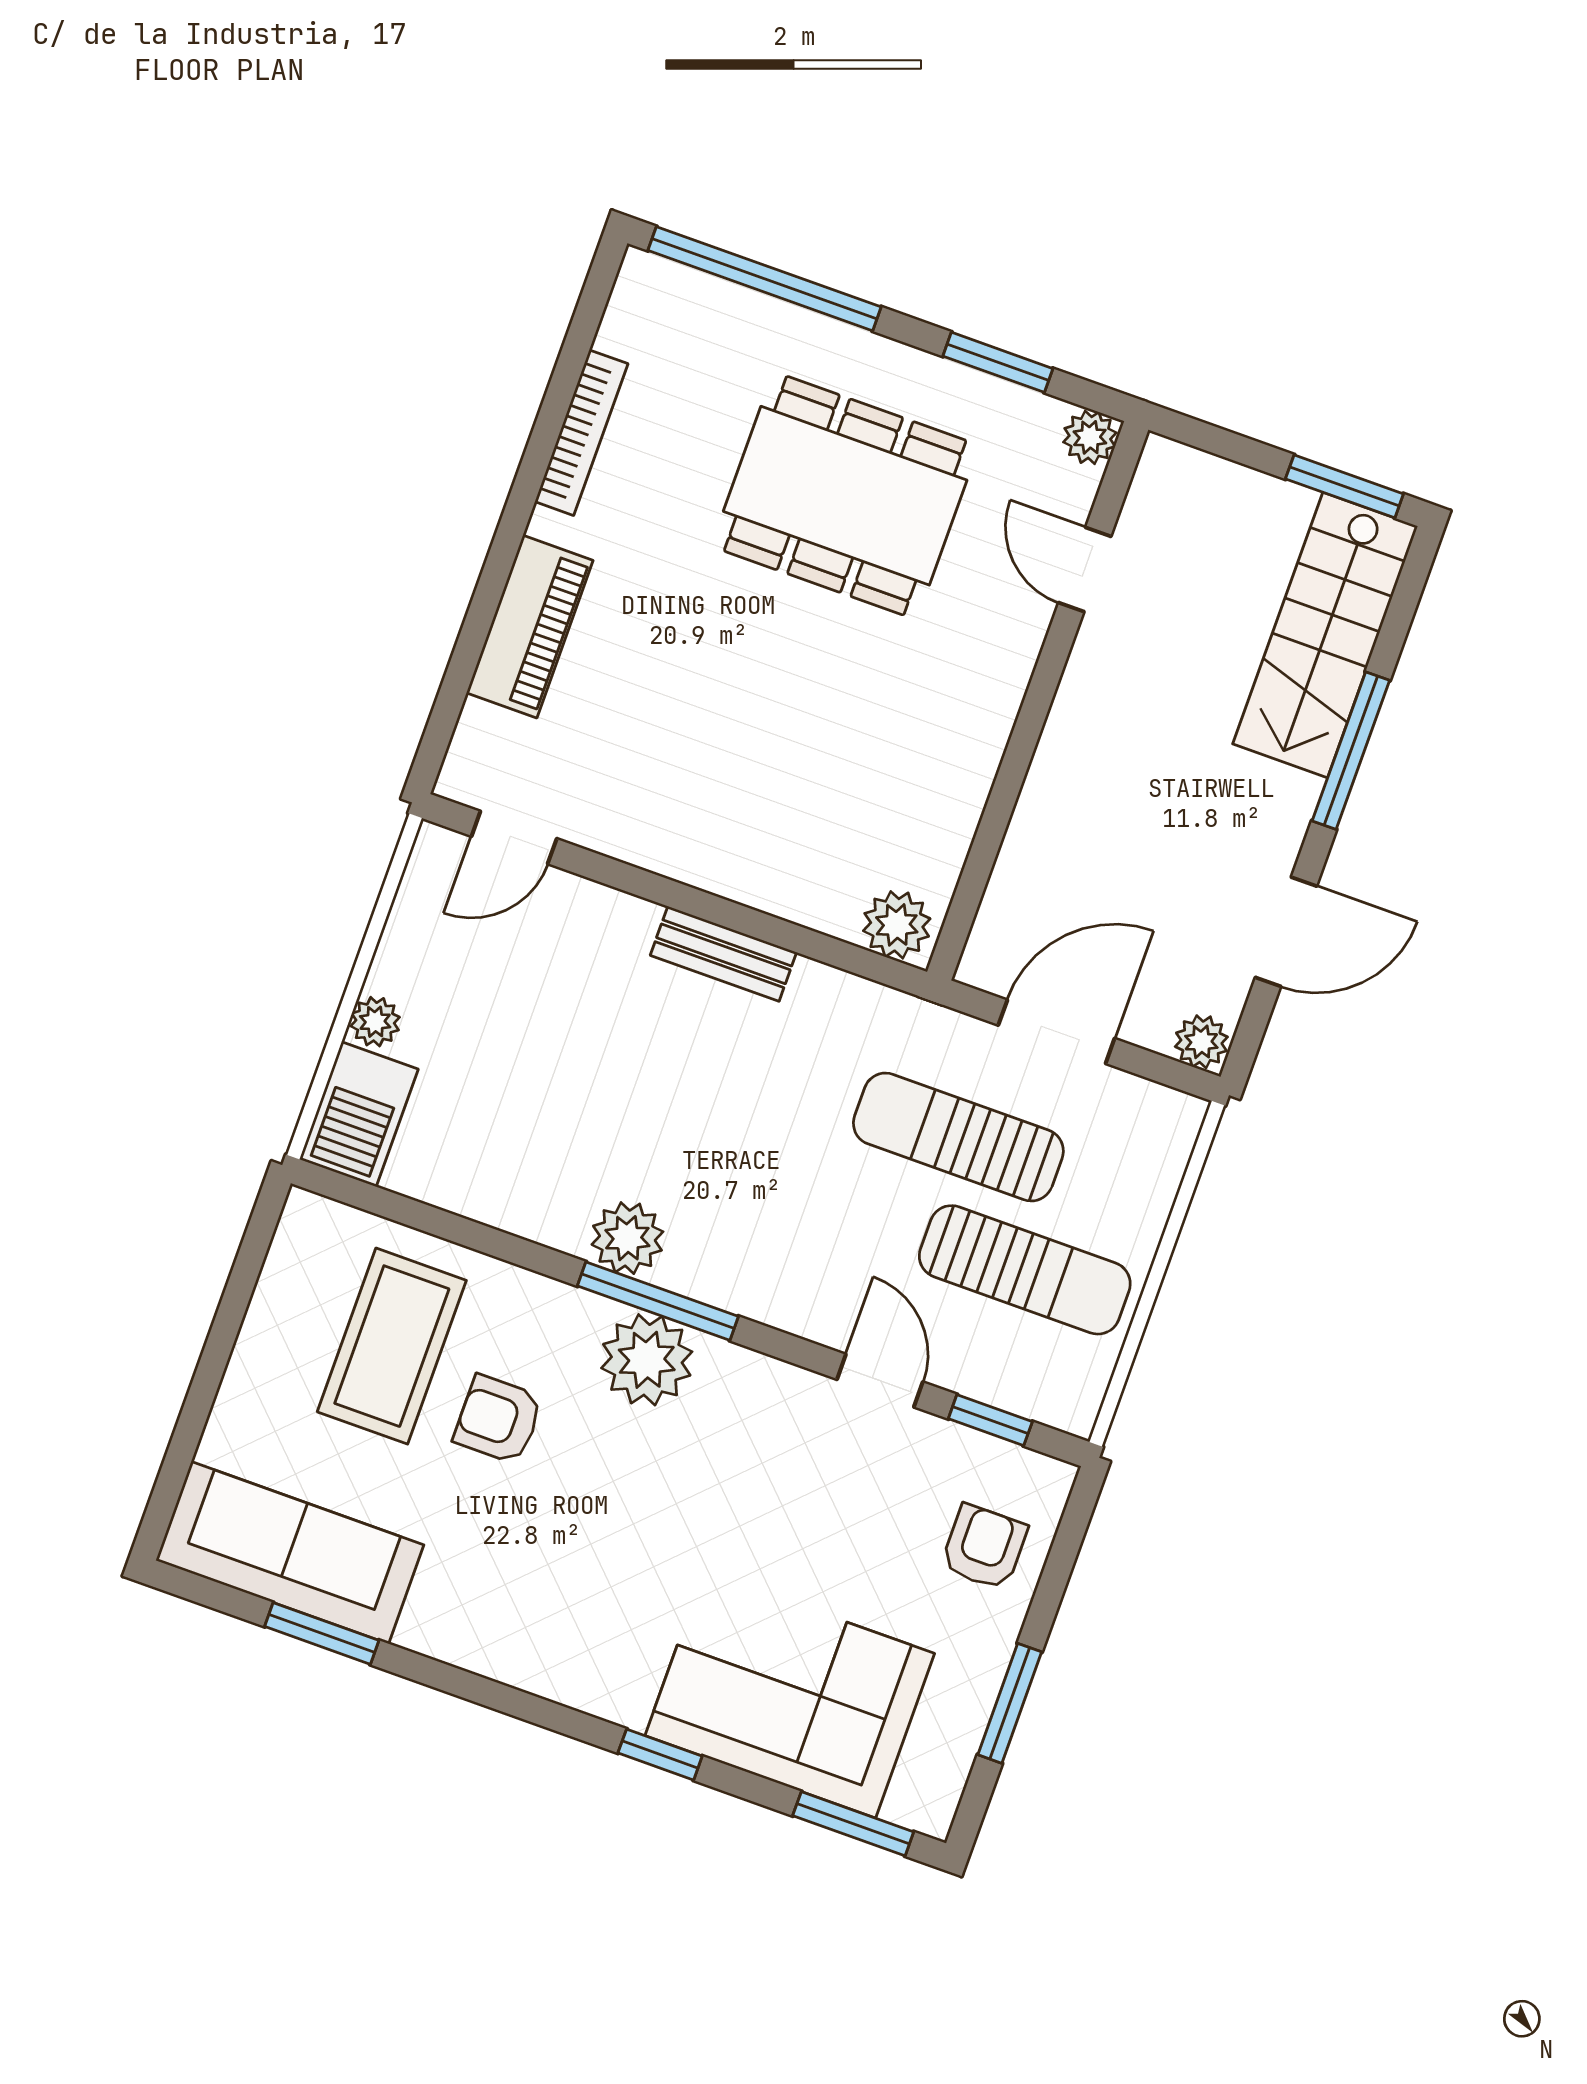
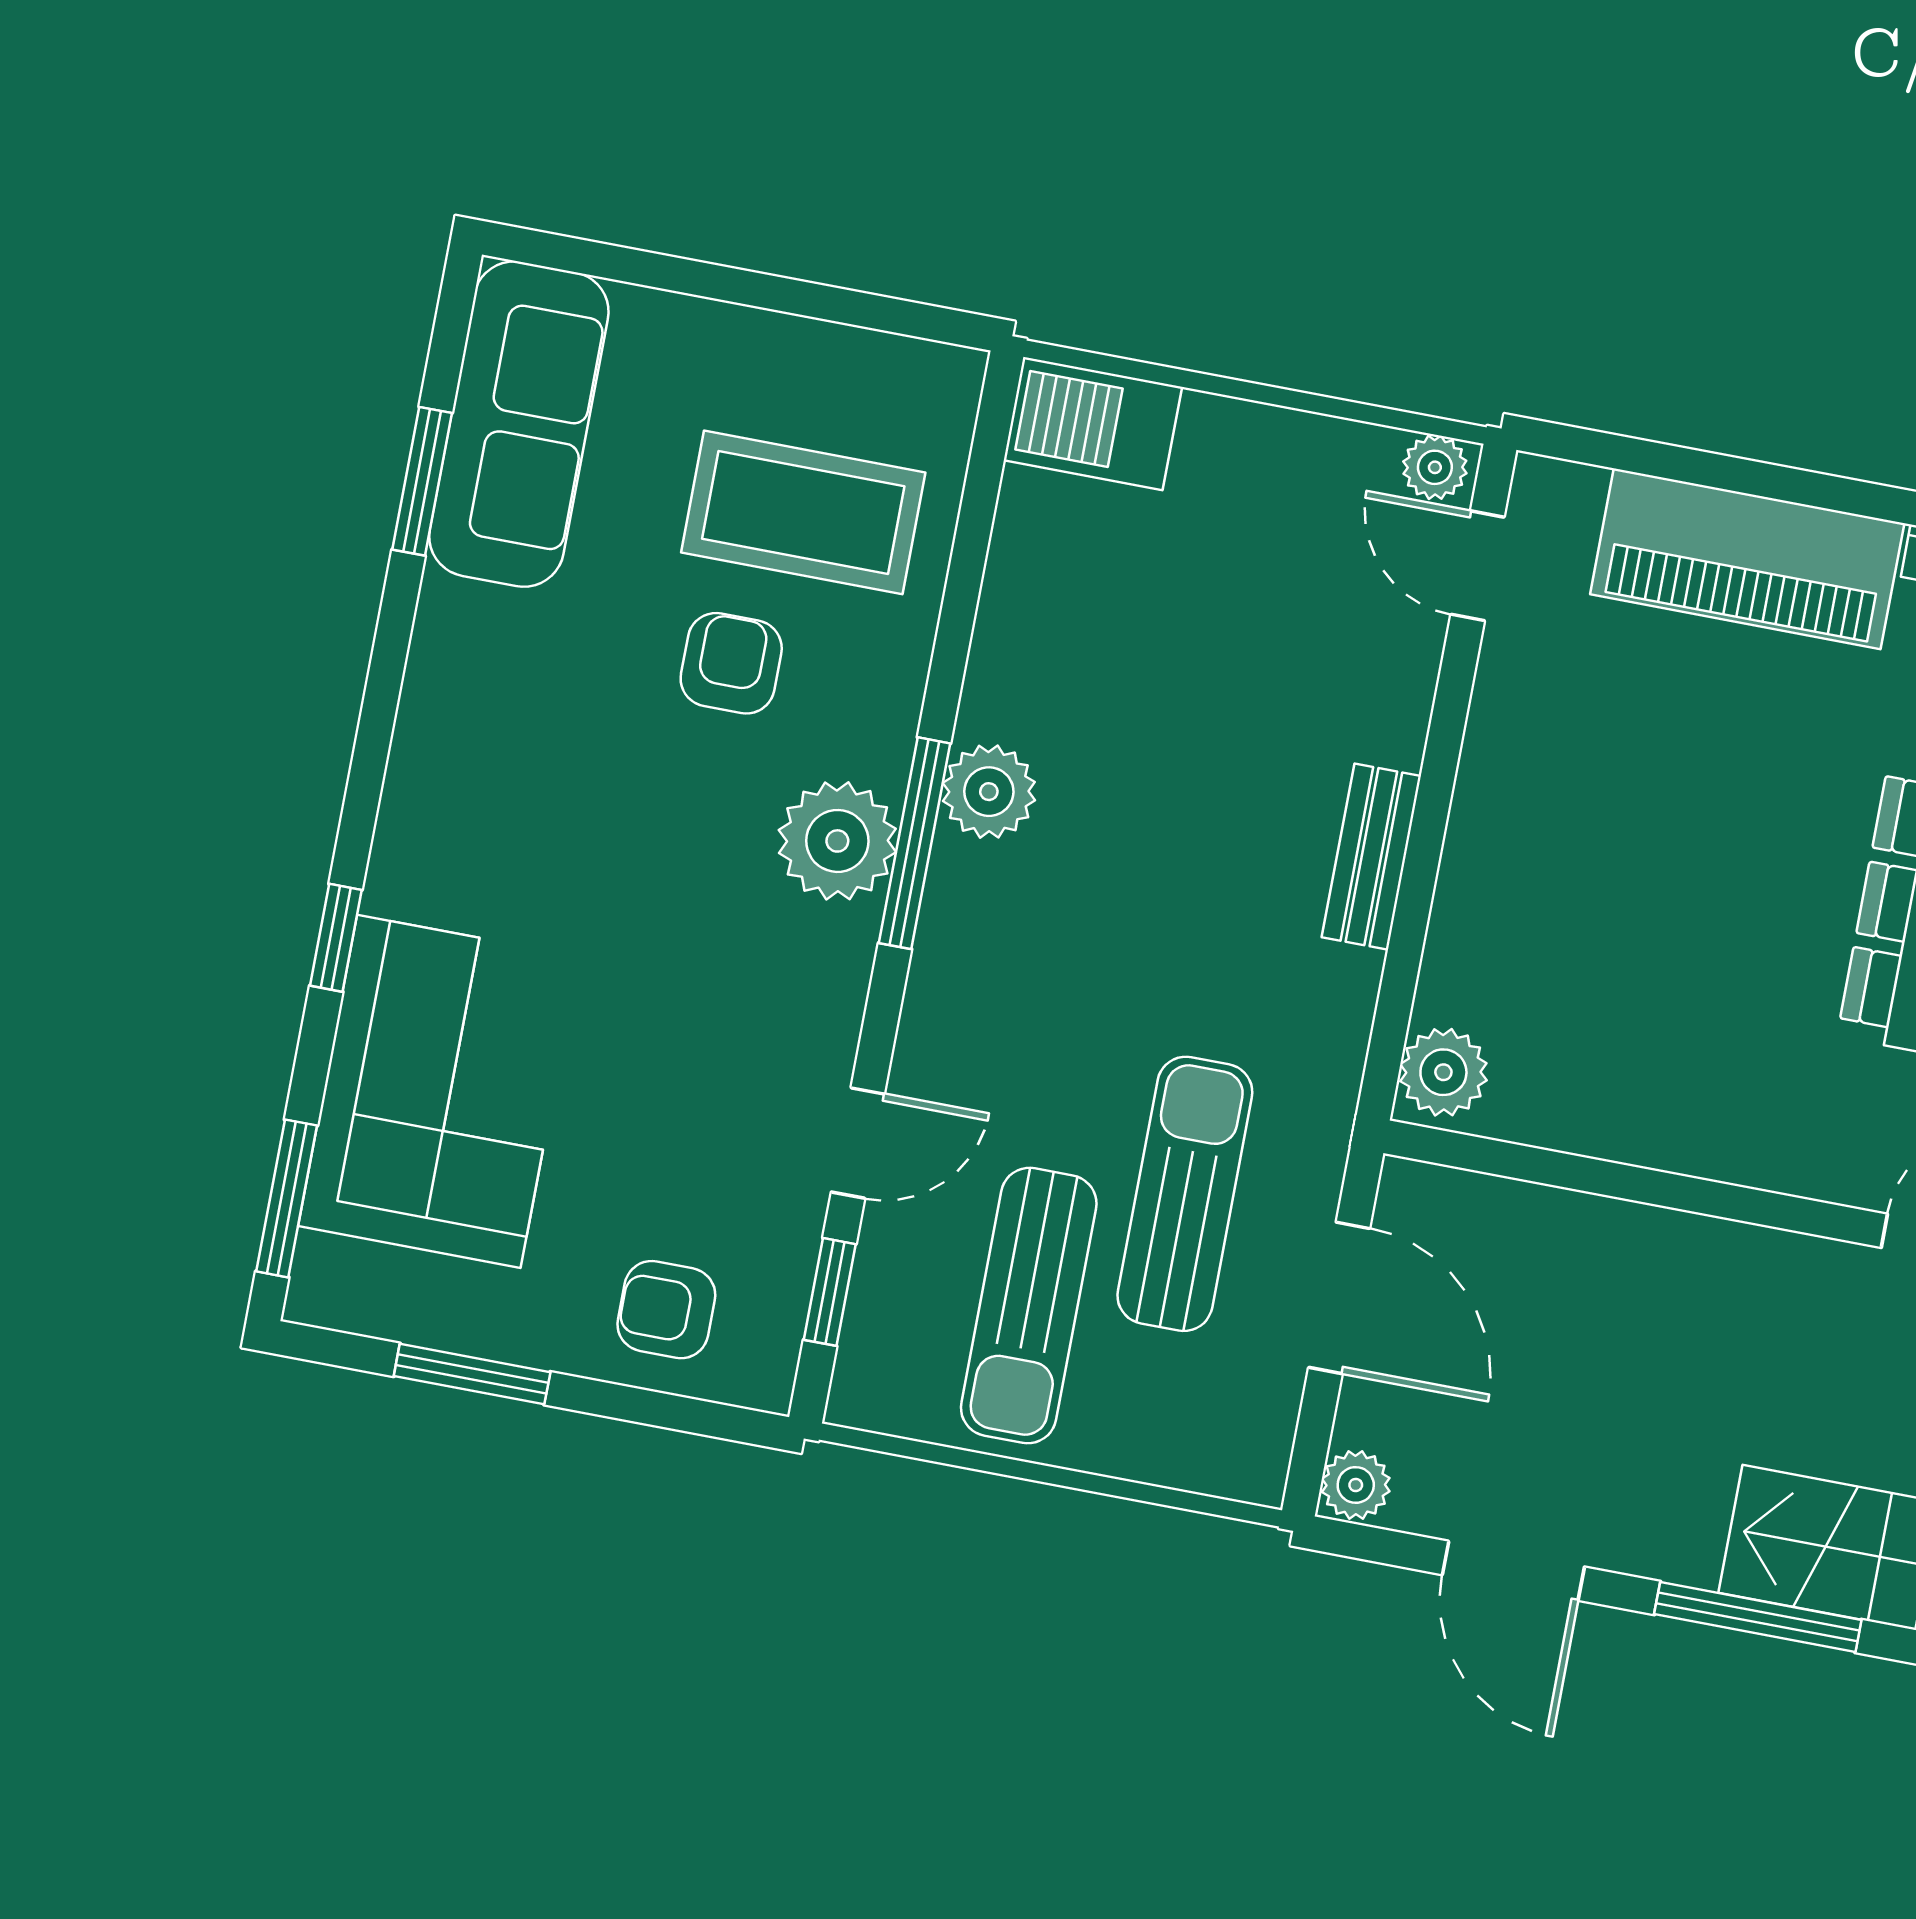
piano: (530, 627) -> (1747, 559), width x1.37, depth x1.33
plant: (375, 1022) -> (1435, 467), moved
armchair: (984, 1547) -> (666, 1310), turned 180

